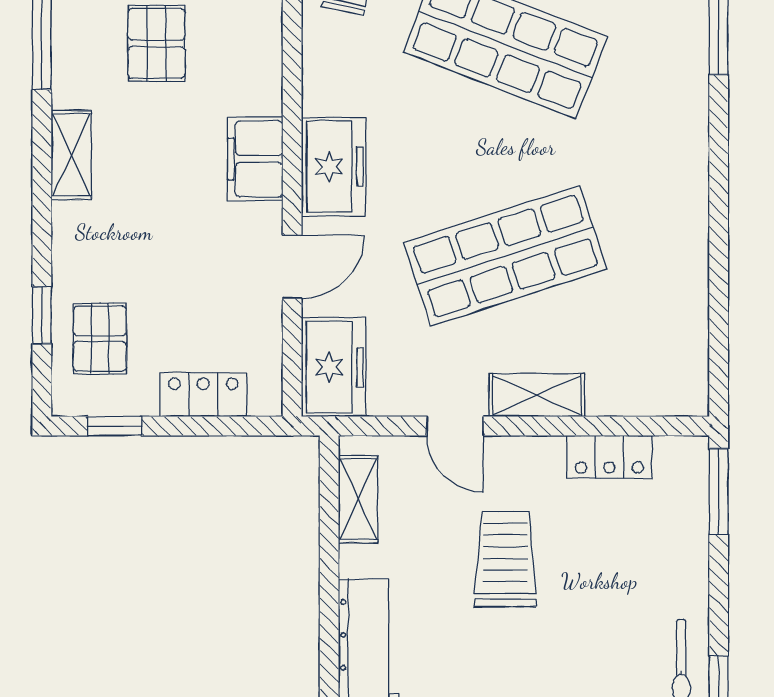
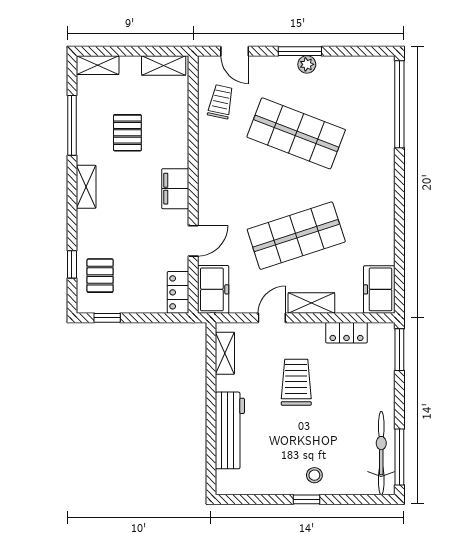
freezer: (334, 167) -> (379, 289), moved, turned 180
locker: (203, 395) -> (178, 292), moved, turned -90
door: (455, 426) -> (272, 318), swing flipped

